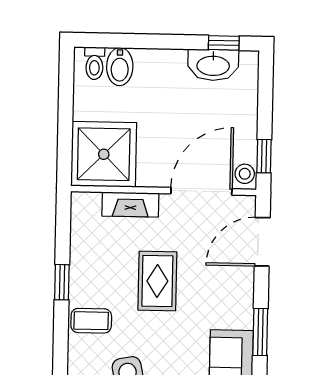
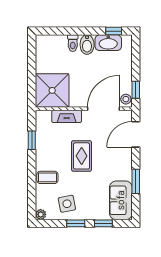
toilet: (94, 63) -> (73, 43), moved
bidet: (120, 67) -> (87, 45), moved
window: (62, 282) -> (32, 140), moved

